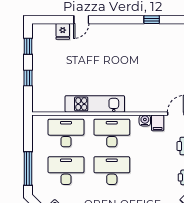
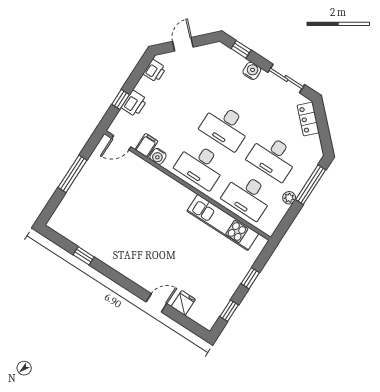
kitchen unit: (95, 104) -> (223, 222), moved
plant: (37, 150) -> (289, 198), added

